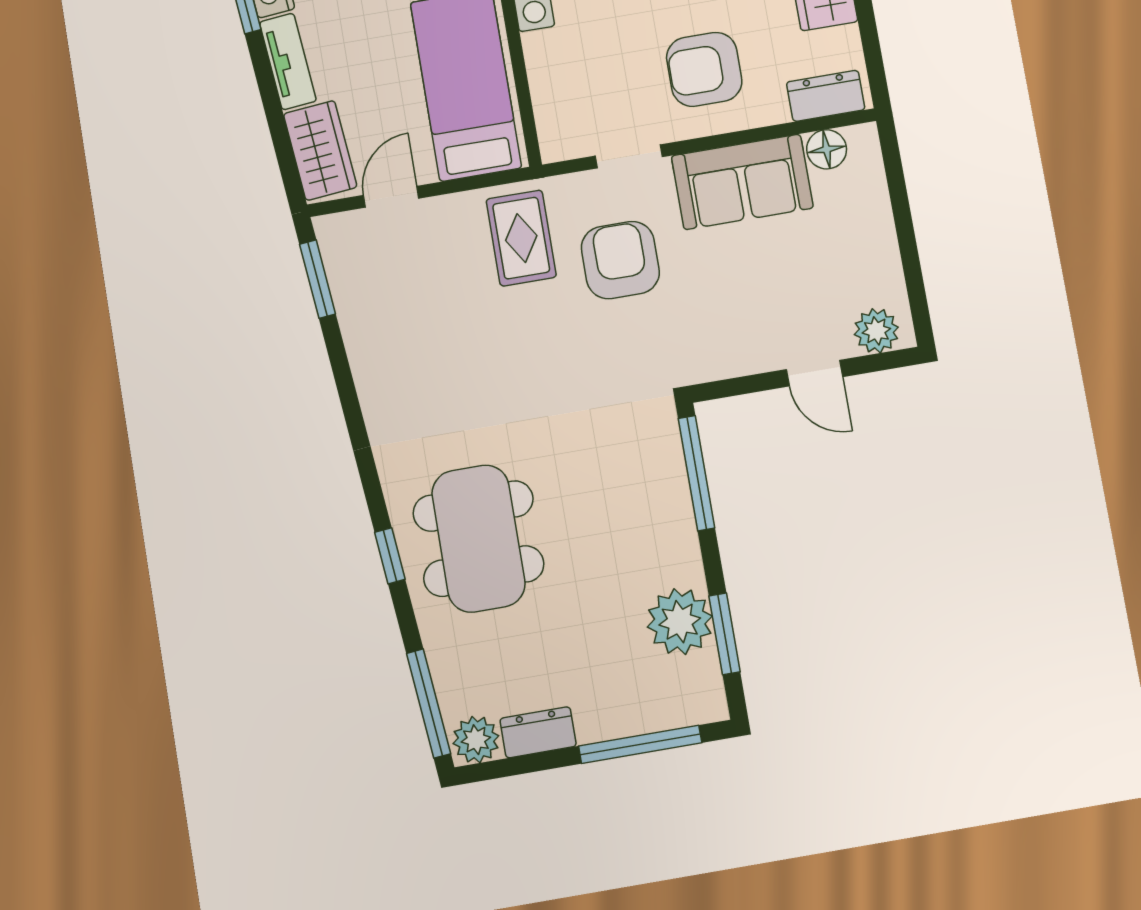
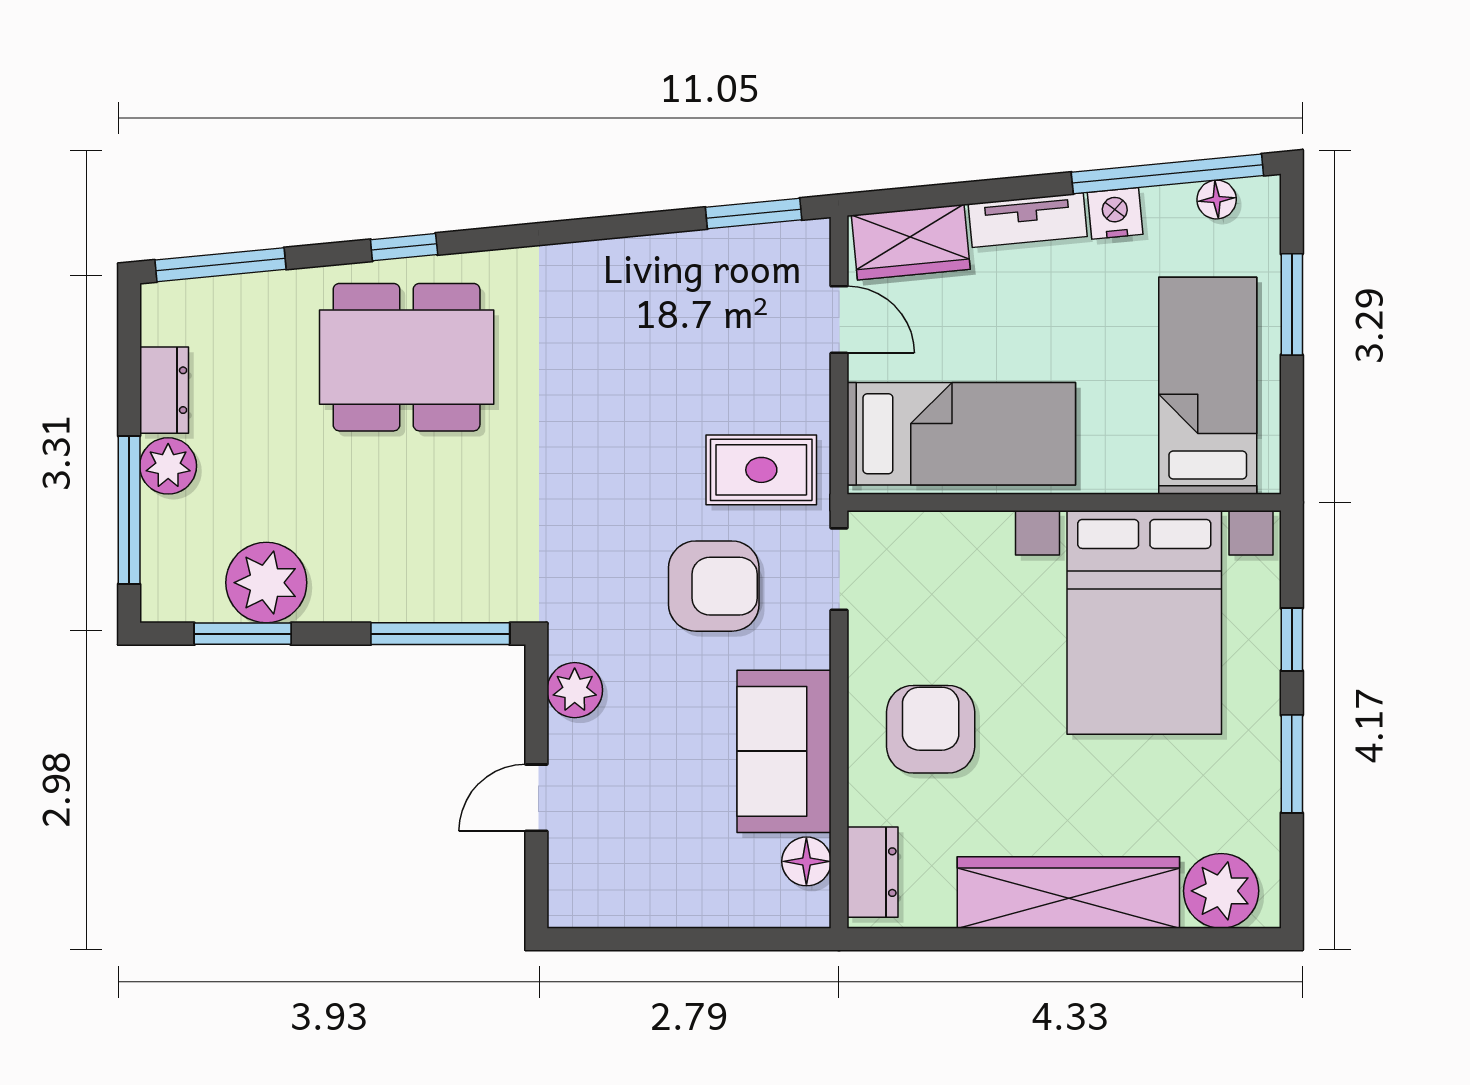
doorway: (629, 156) -> (839, 569), moved
plant: (876, 331) -> (575, 690), moved
plant: (476, 740) -> (168, 466), moved

